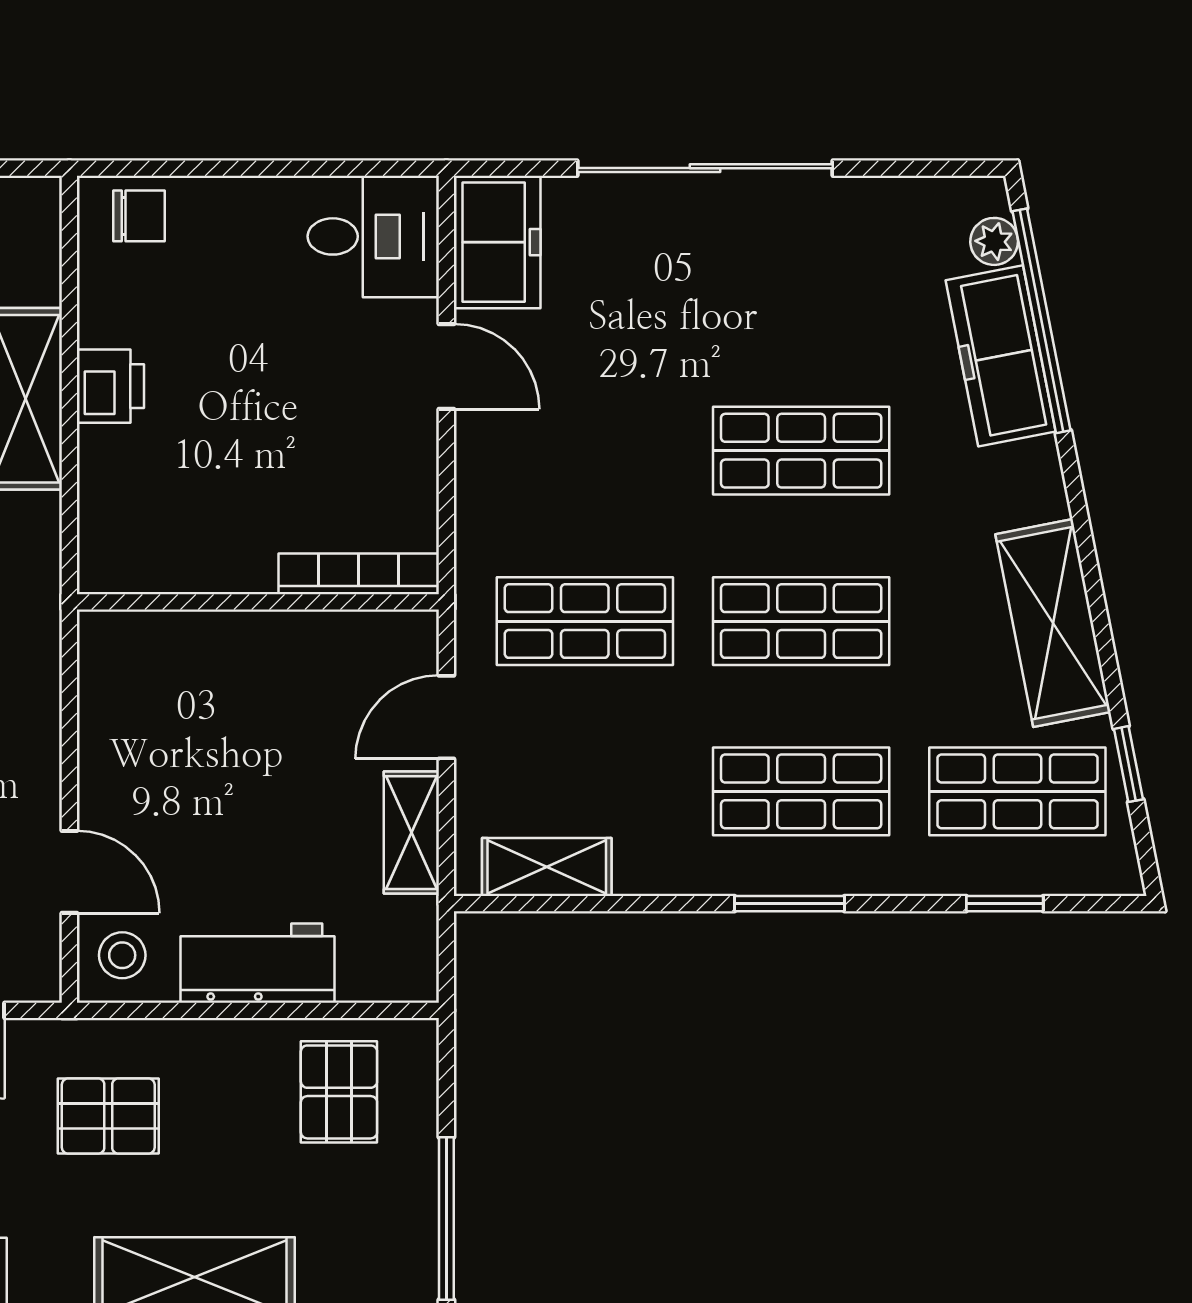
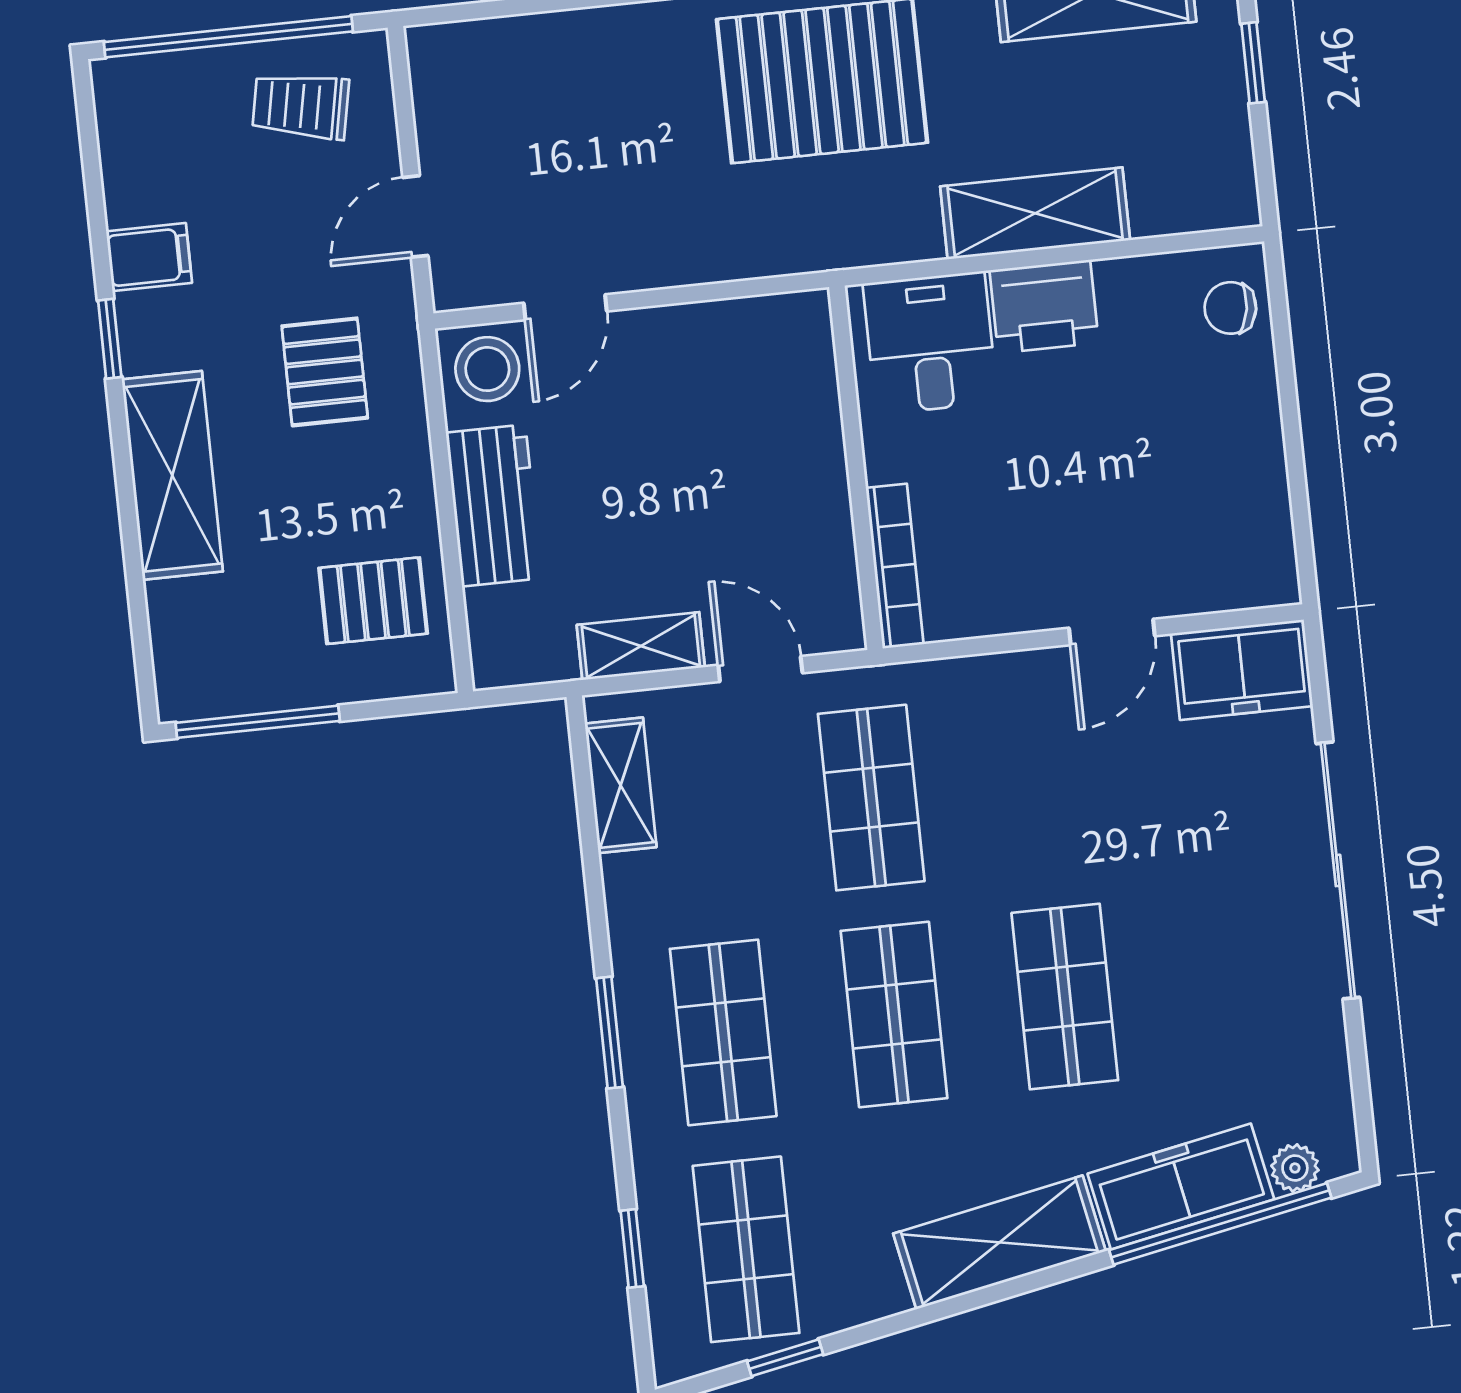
chair: (139, 216) -> (1230, 308), turned 99
desk: (373, 236) -> (930, 343), moved, turned 180
printer: (110, 386) -> (1044, 307), width x1.36, depth x1.24
shelving: (1053, 623) -> (999, 1242), moved
stool: (122, 955) -> (487, 369), width x1.37, depth x1.37

